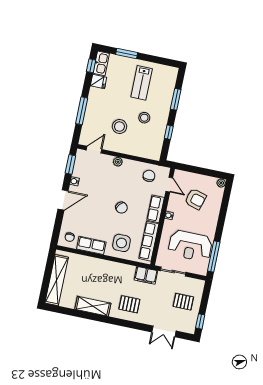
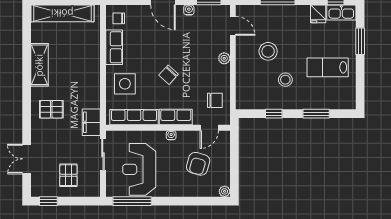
pallet: (129, 304) -> (51, 109), turned 90

